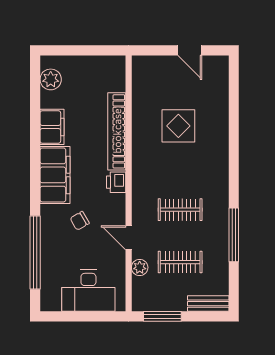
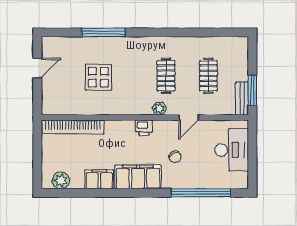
bookcase: (117, 131) -> (73, 127), moved
window: (234, 235) -> (103, 32), moved
plant: (140, 267) -> (159, 108), moved
bench: (208, 304) -> (242, 98), moved

